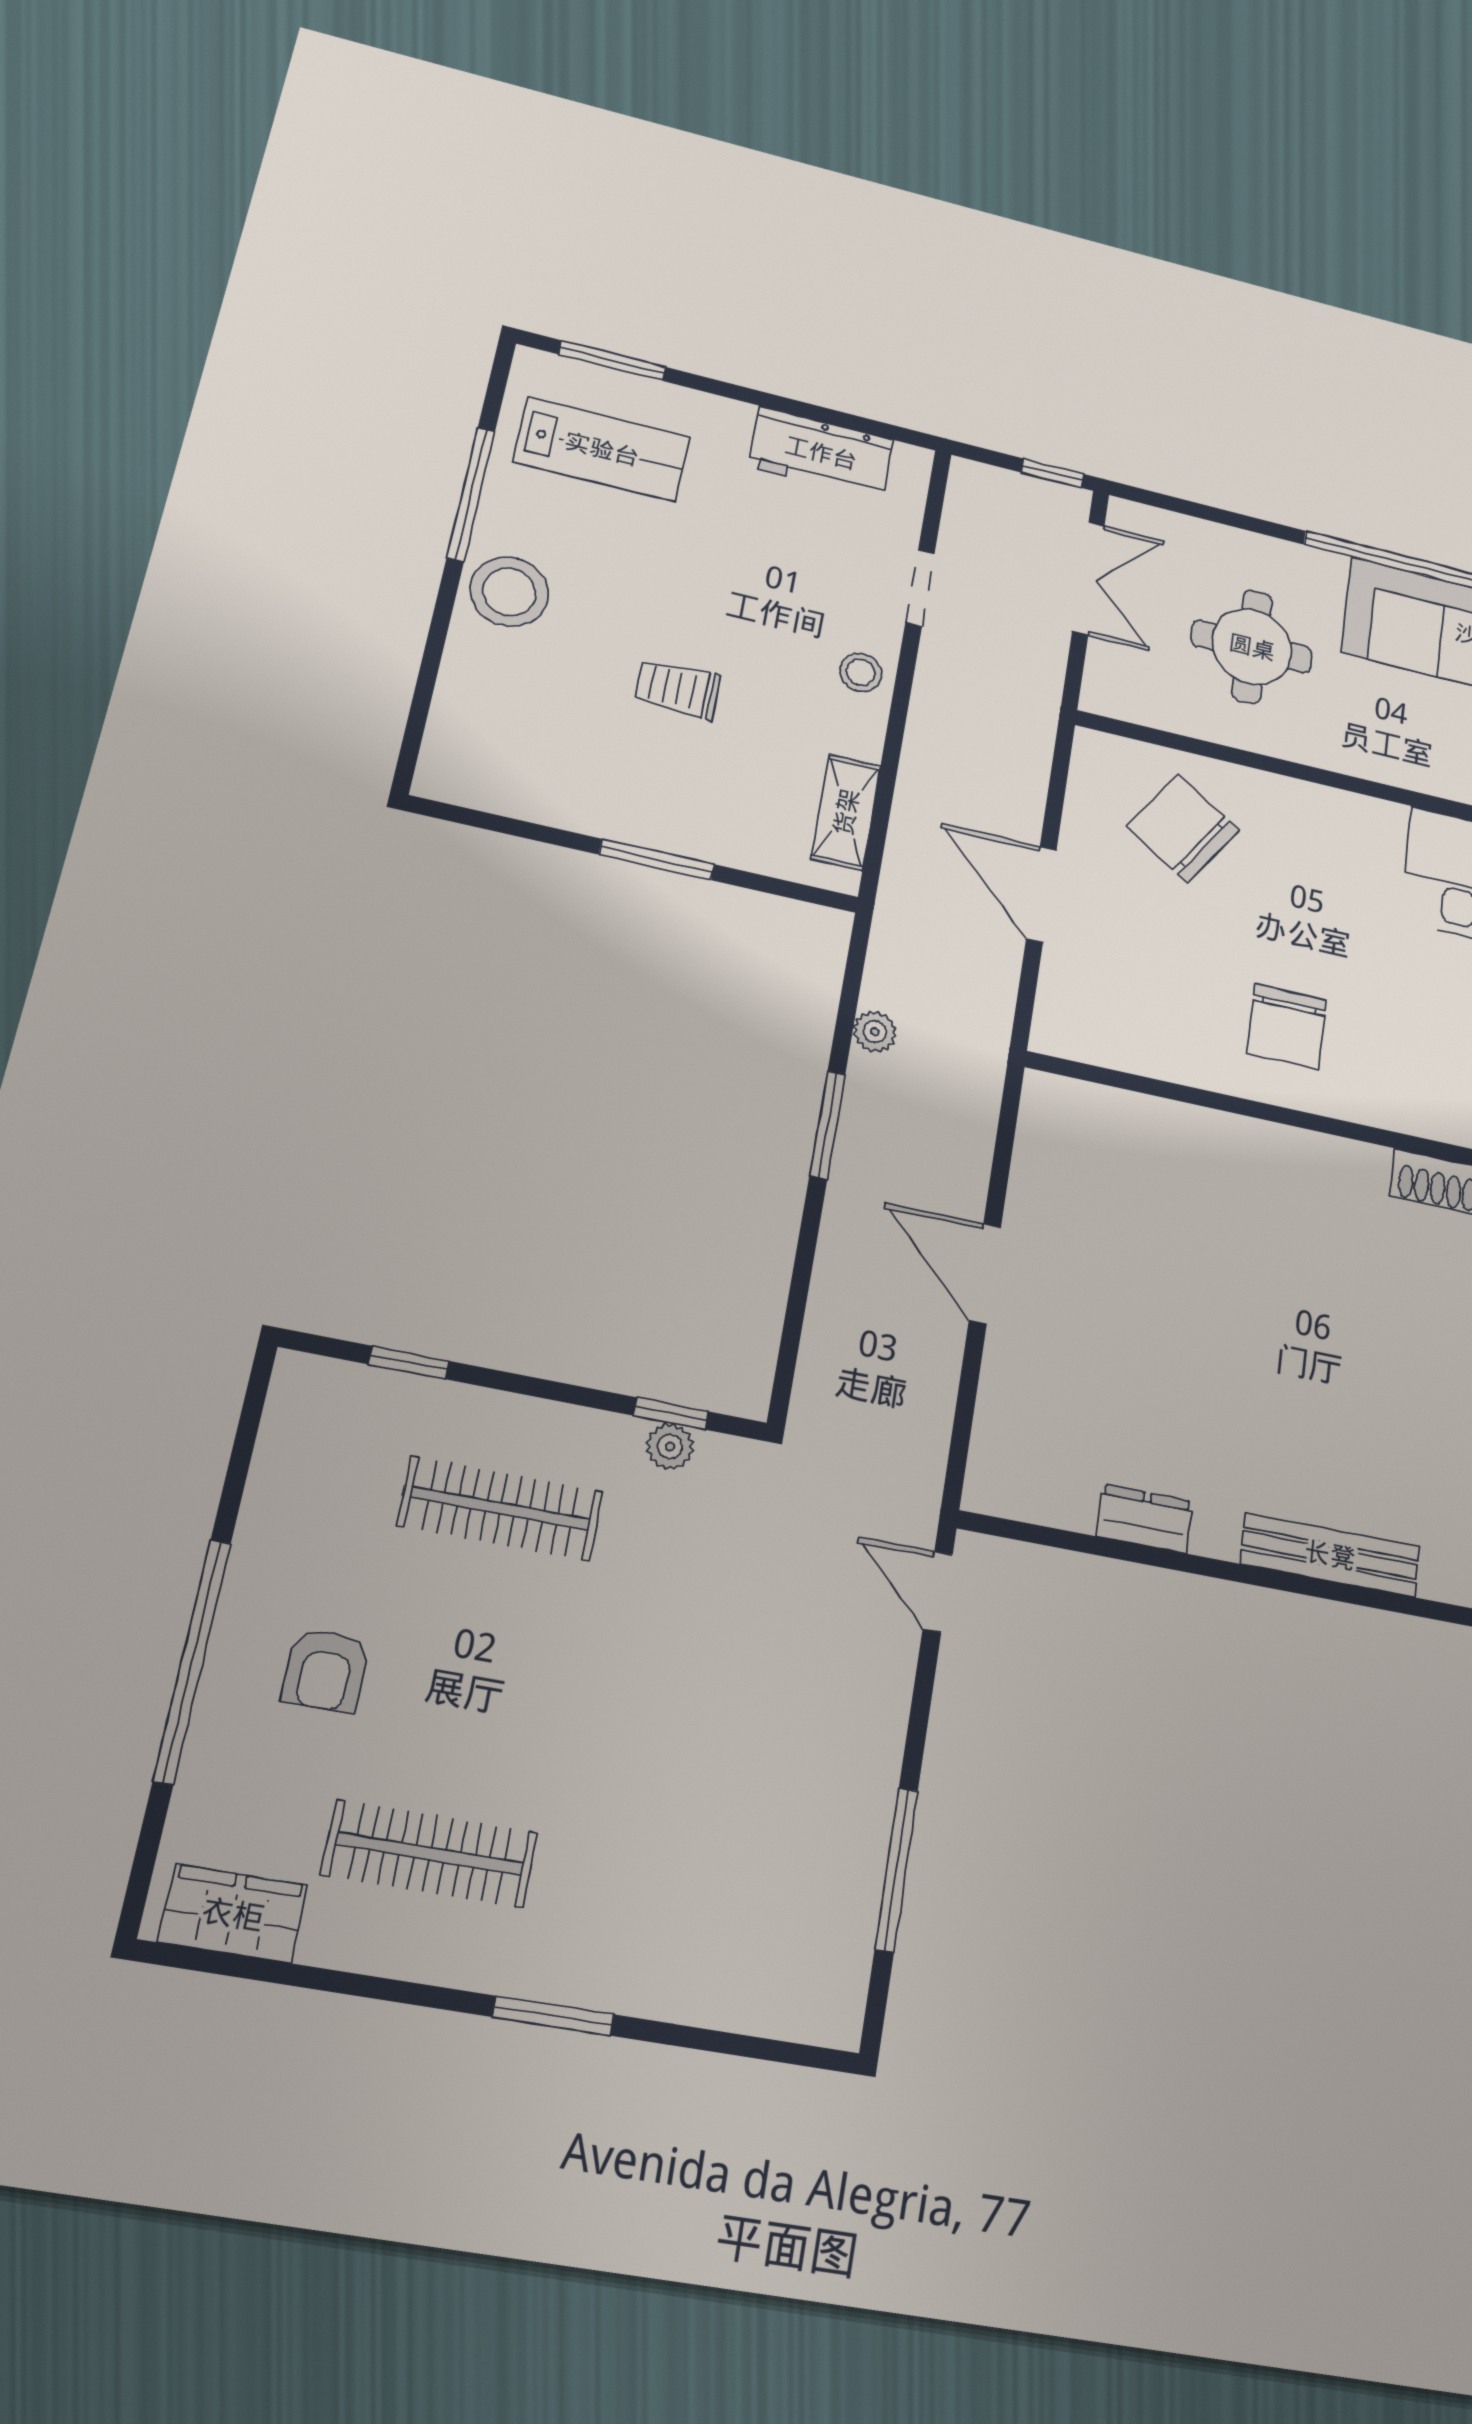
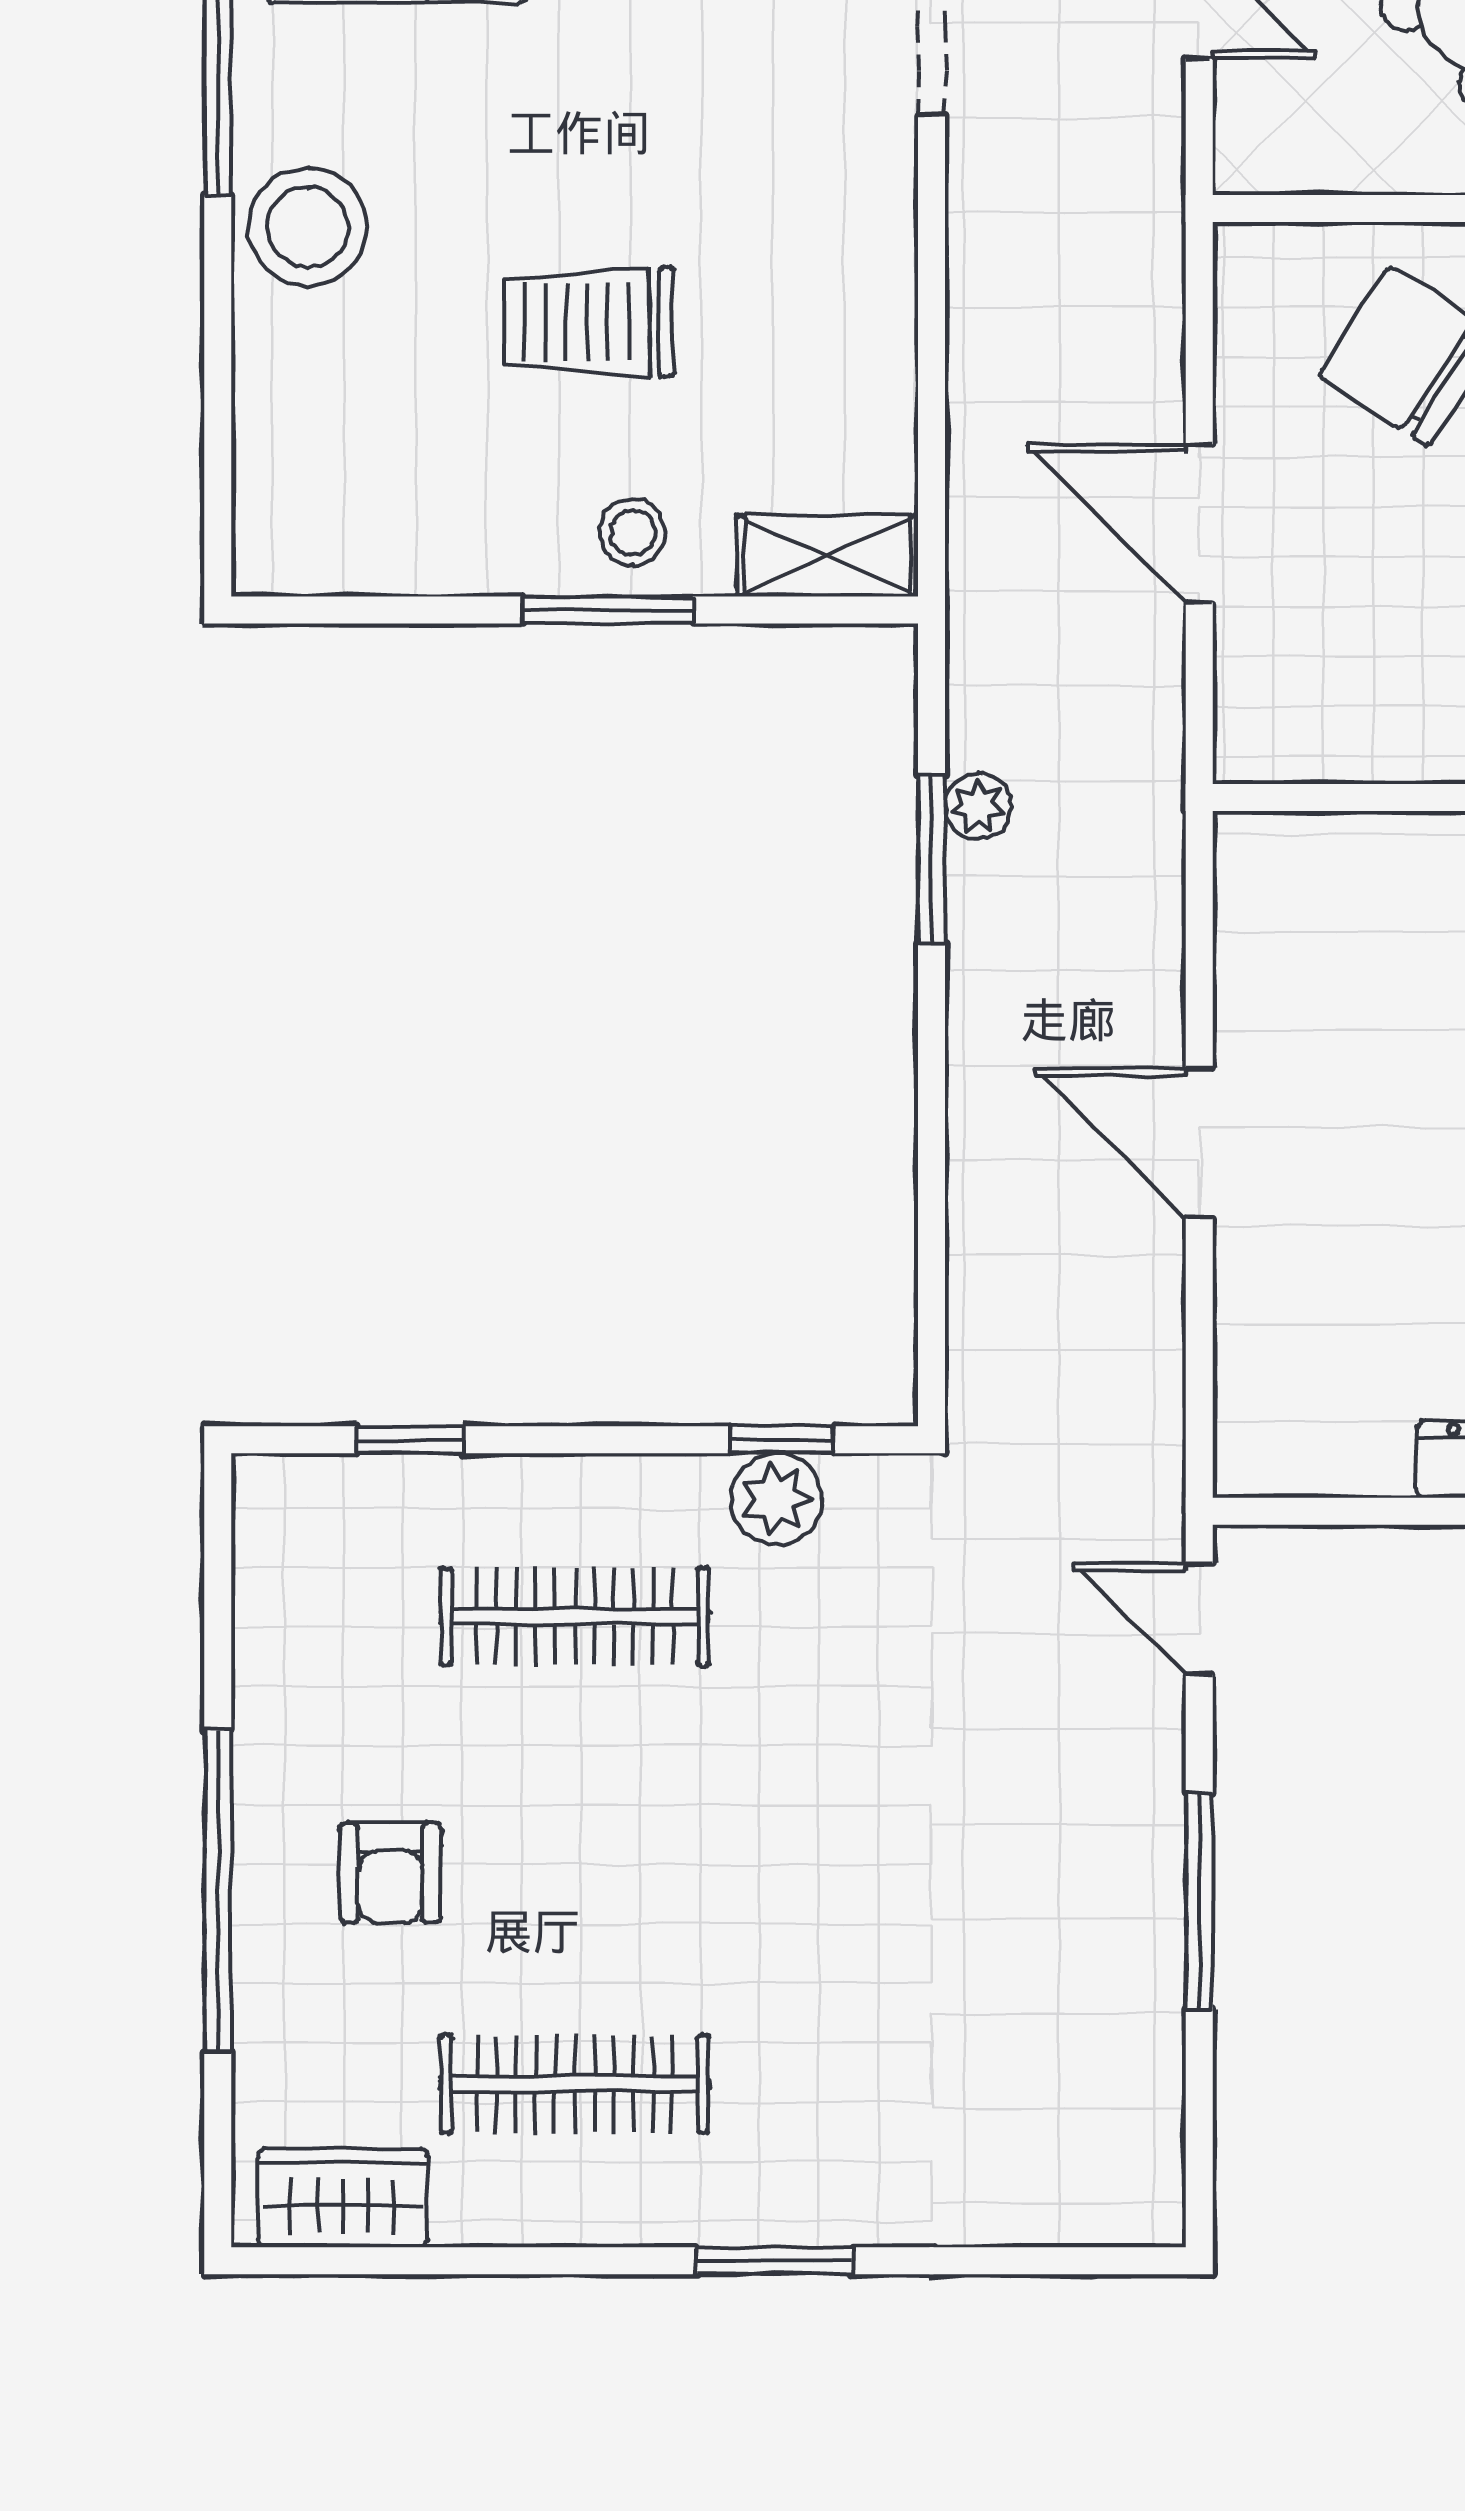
stool: (861, 672) -> (633, 532), moved
trolley: (678, 689) -> (588, 322), width x1.36, depth x1.39
shelving: (846, 812) -> (828, 556), moved, turned 90
window: (827, 1125) -> (931, 859), moved
plant: (670, 1447) -> (776, 1499), width x1.38, depth x1.38
window: (896, 1869) -> (1199, 1901), moved

